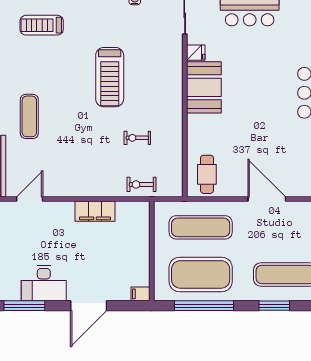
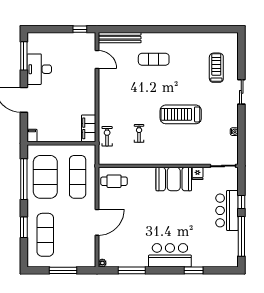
filing cabinet: (95, 211) -> (89, 128), moved

